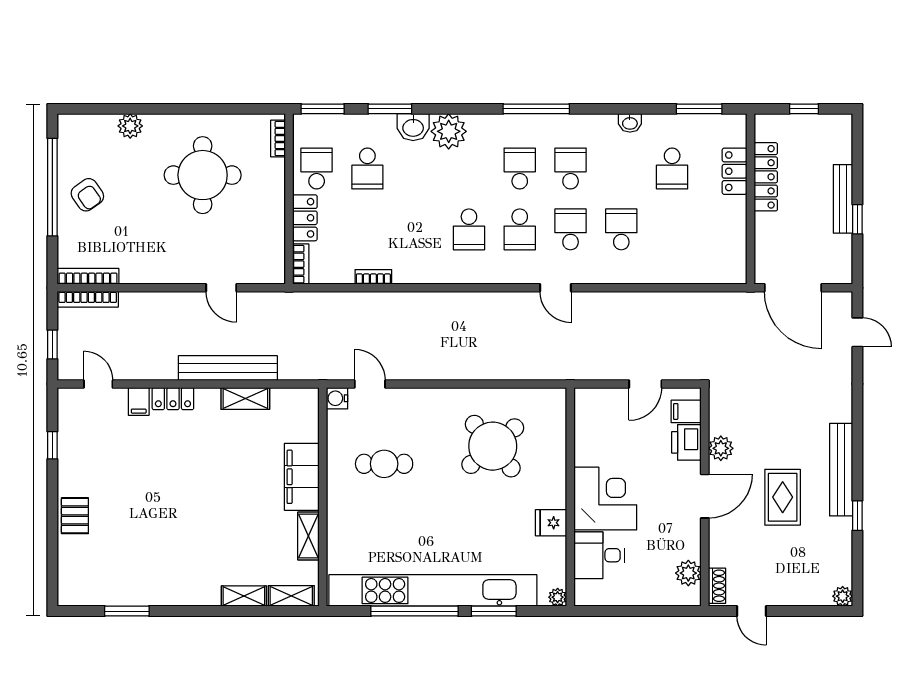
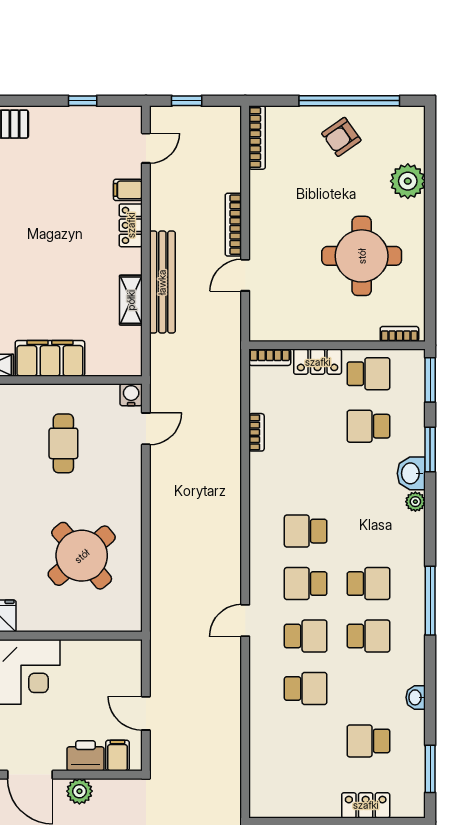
plant: (130, 126) -> (408, 181), width x1.36, depth x1.36
plant: (449, 131) -> (415, 502), width x0.53, depth x0.53
bookcase: (88, 299) -> (233, 225), moved

